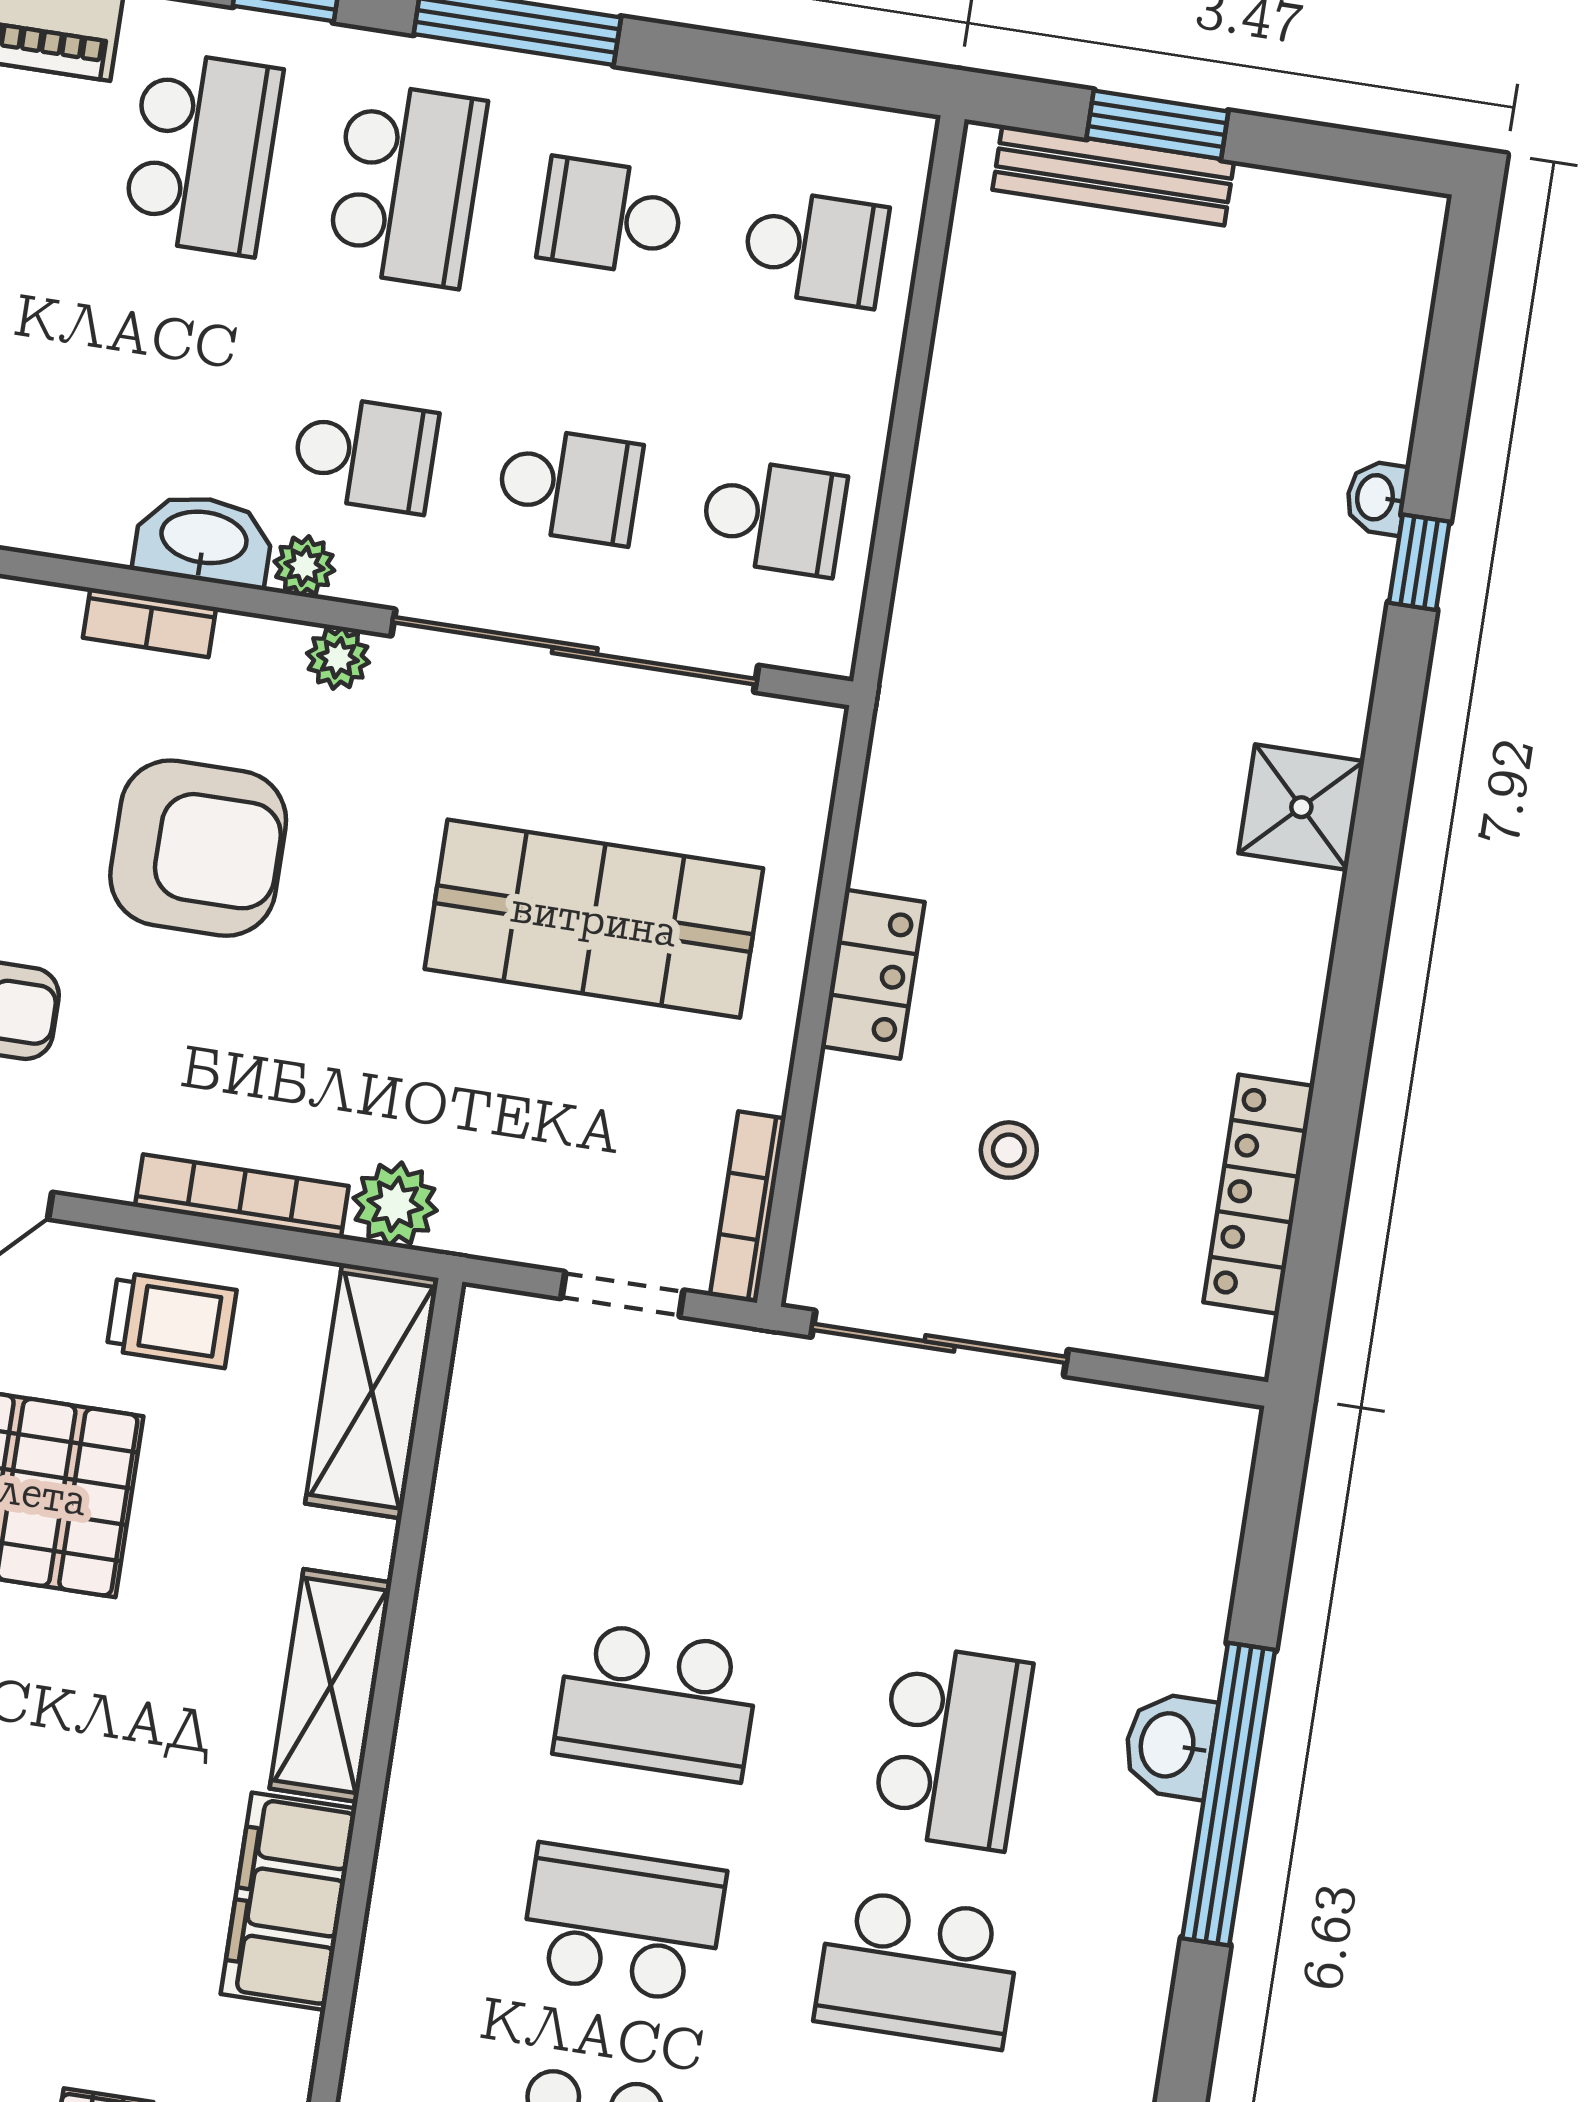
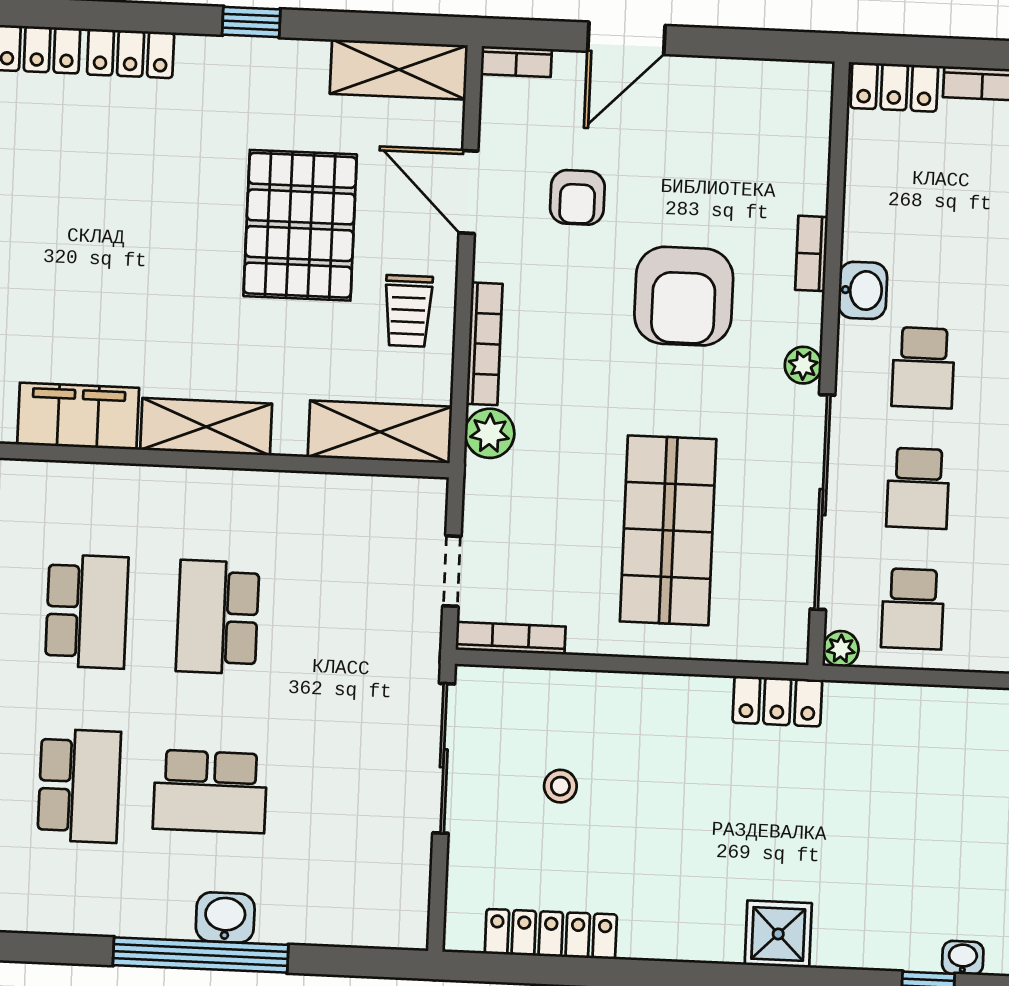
washbasin: (204, 540) -> (863, 290), width x0.72
plant: (304, 566) -> (841, 649), moved
locker: (873, 974) -> (777, 701), moved
school desk: (918, 1969) -> (79, 786), turned 180

